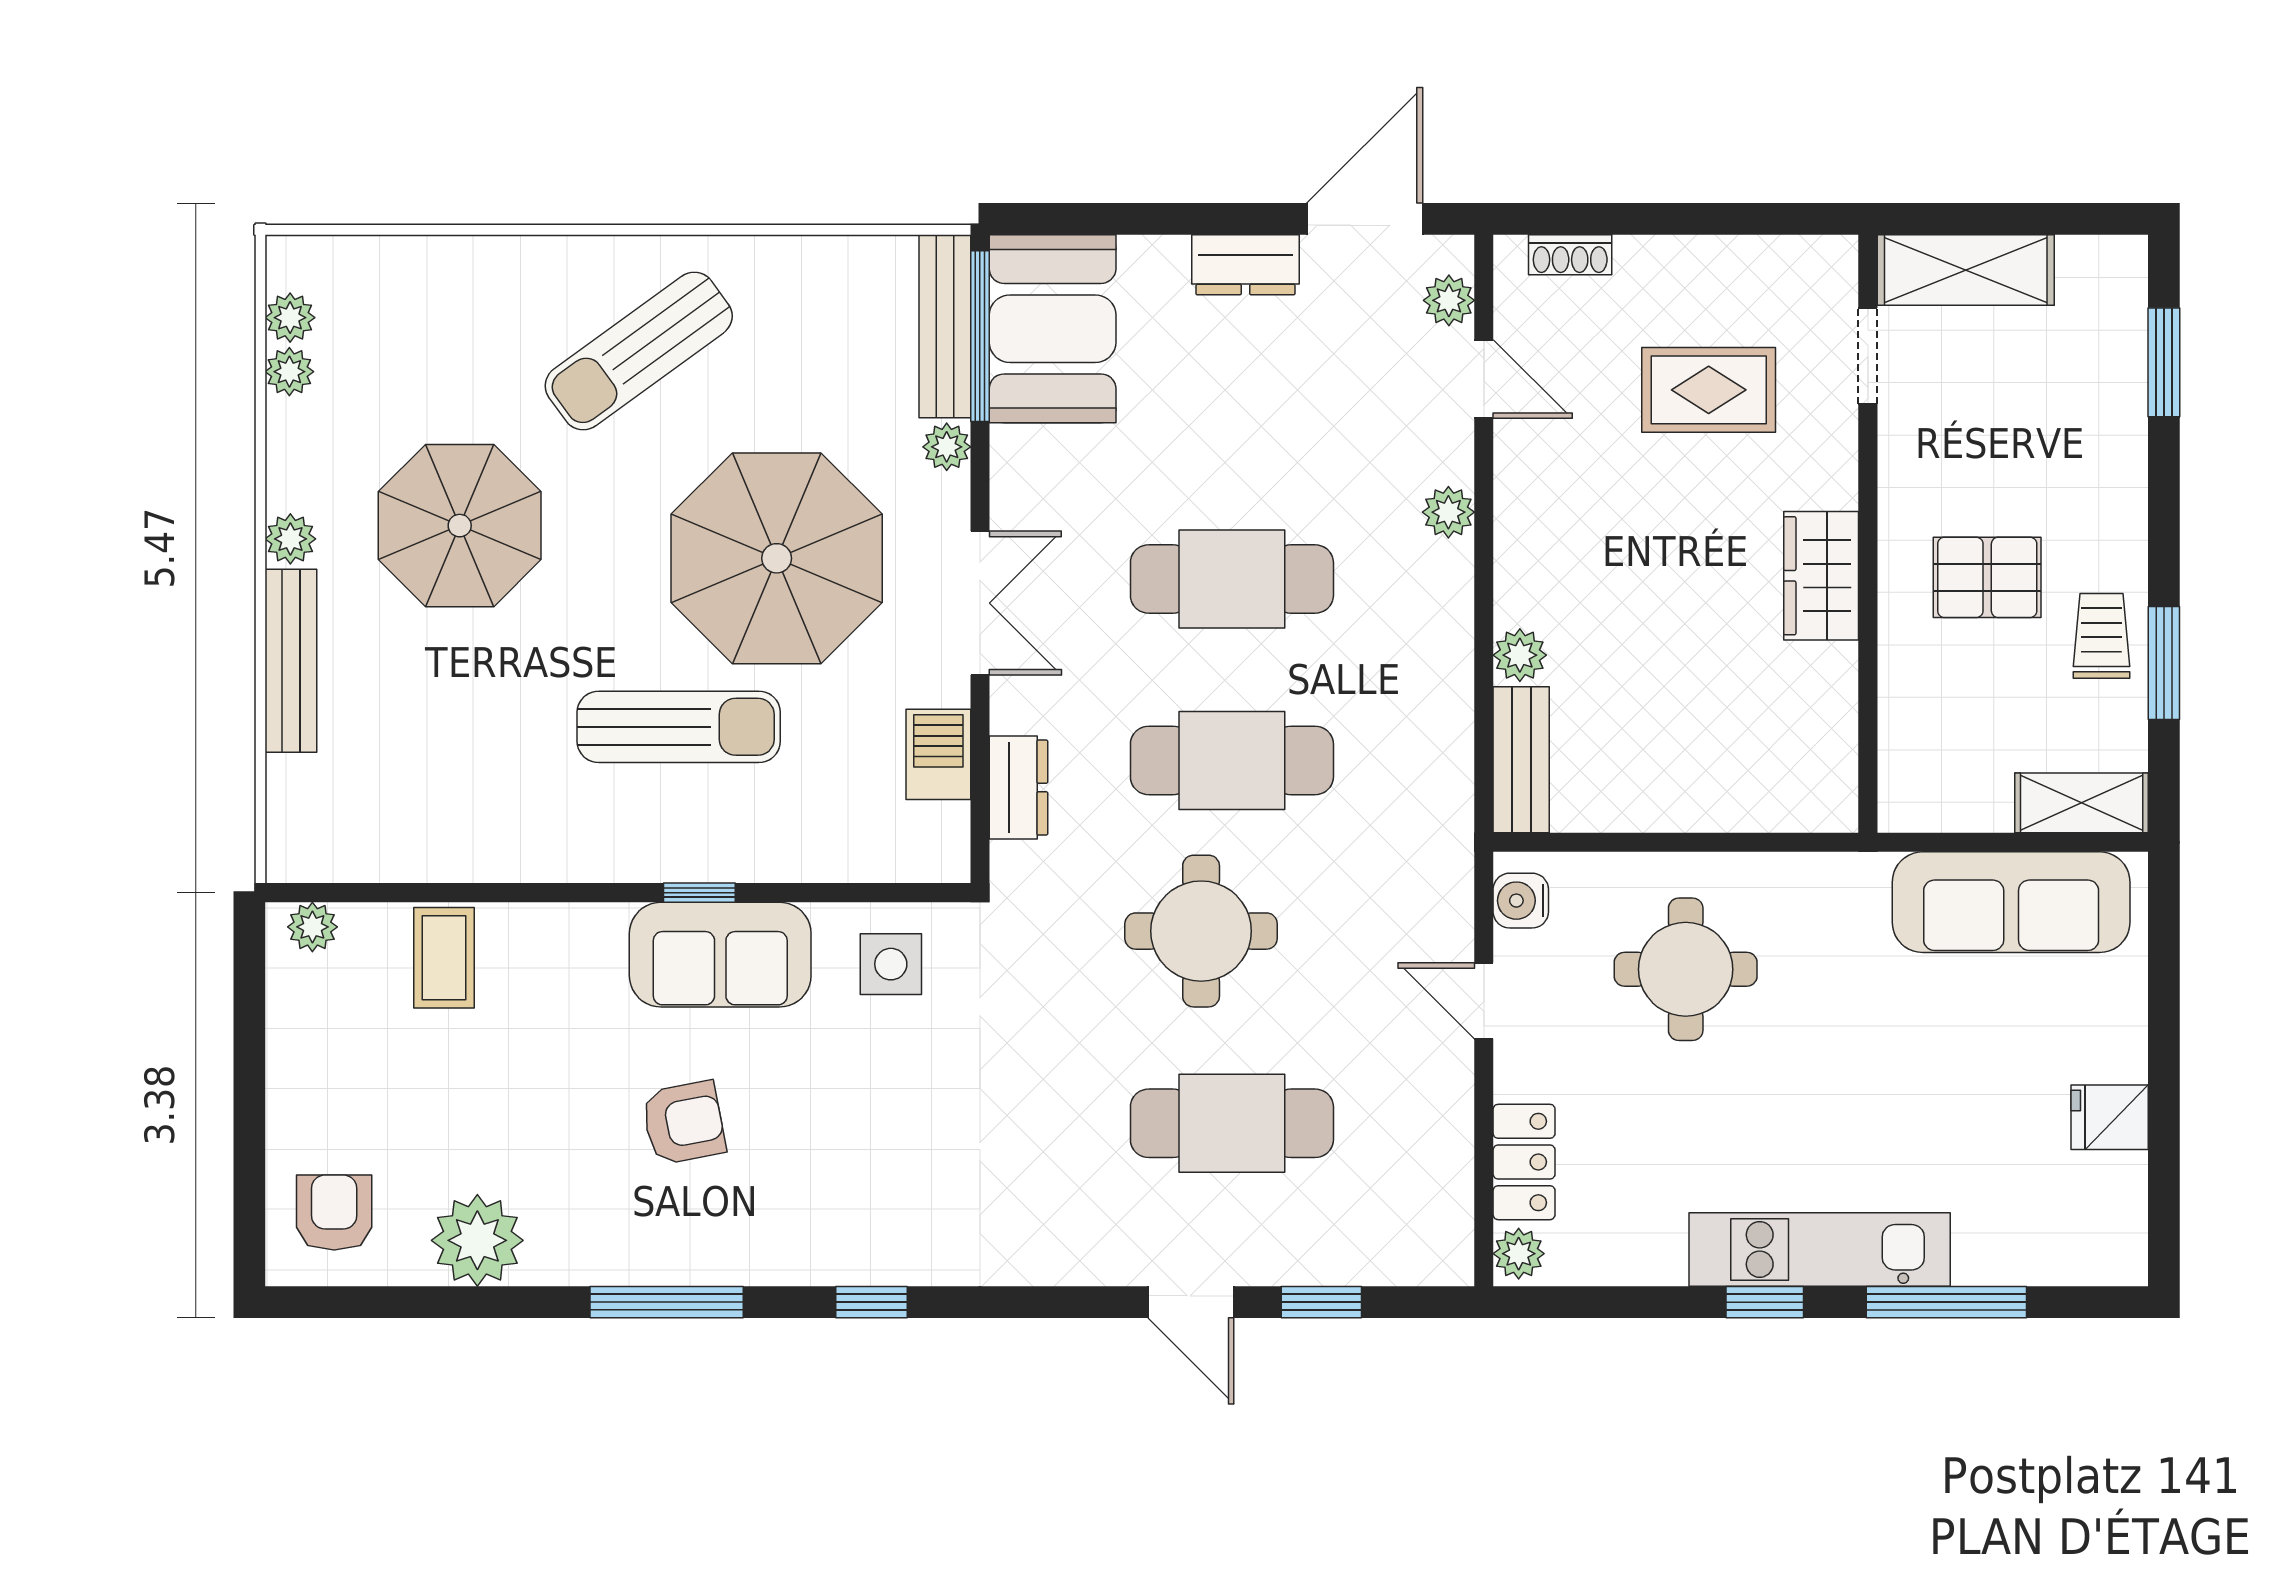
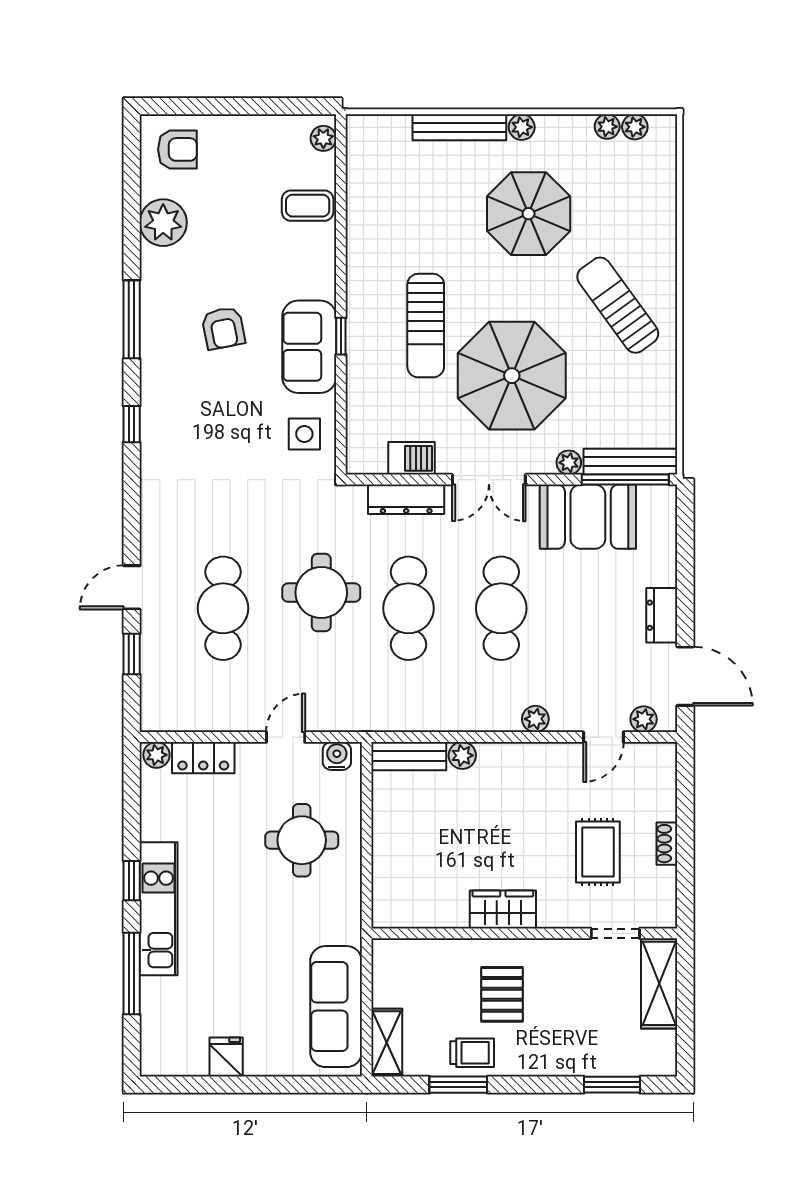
shoe rack: (1570, 255) -> (667, 844), moved
booth: (1053, 329) -> (588, 517), moved
dresser: (1019, 788) -> (406, 499), width x1.44

